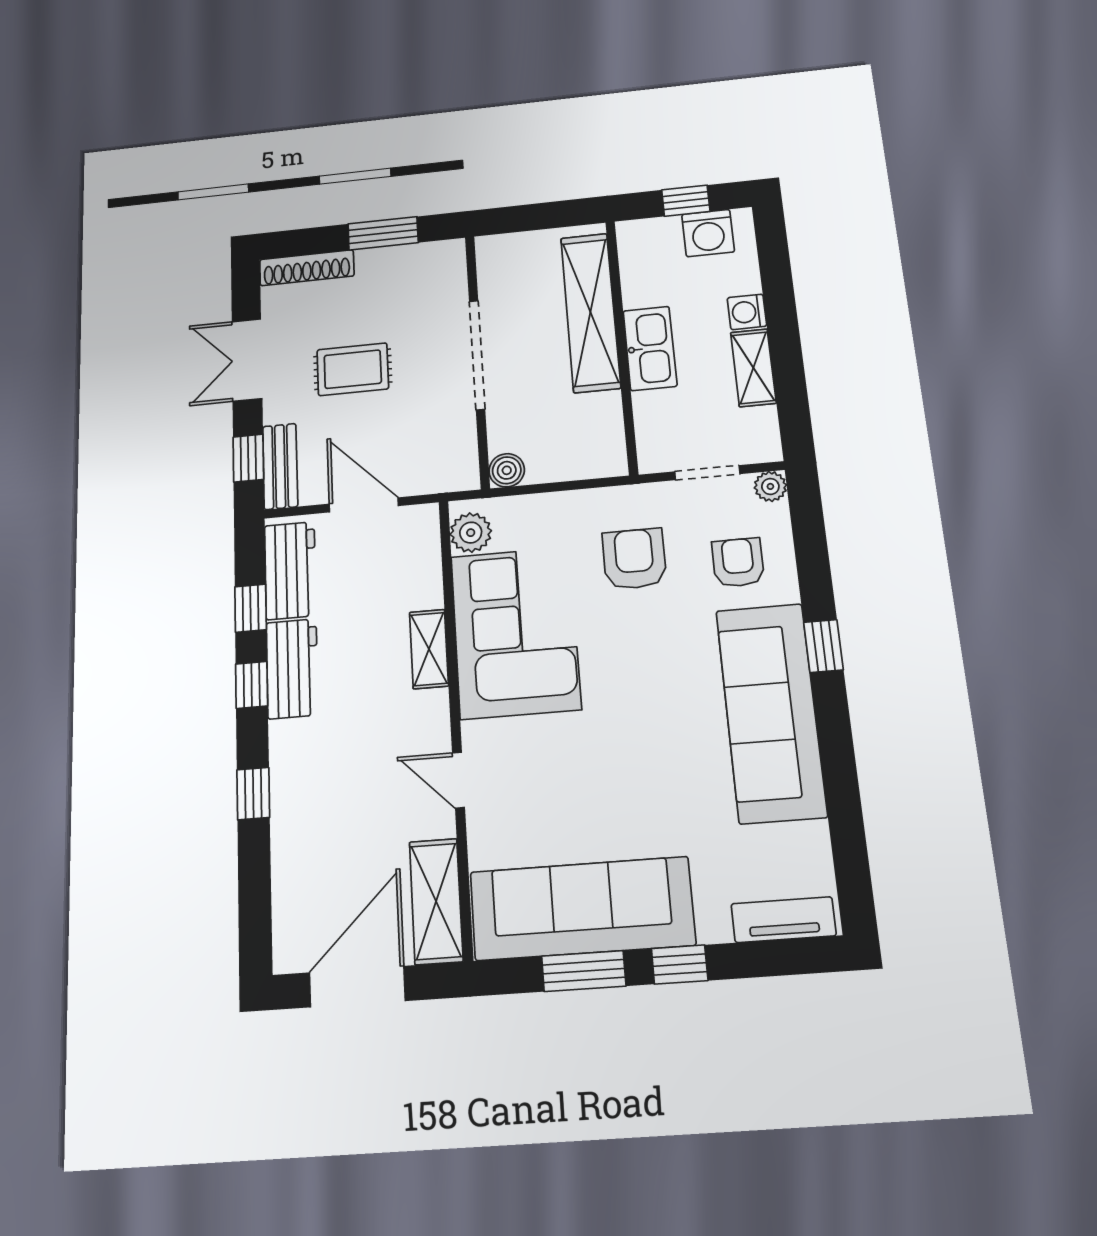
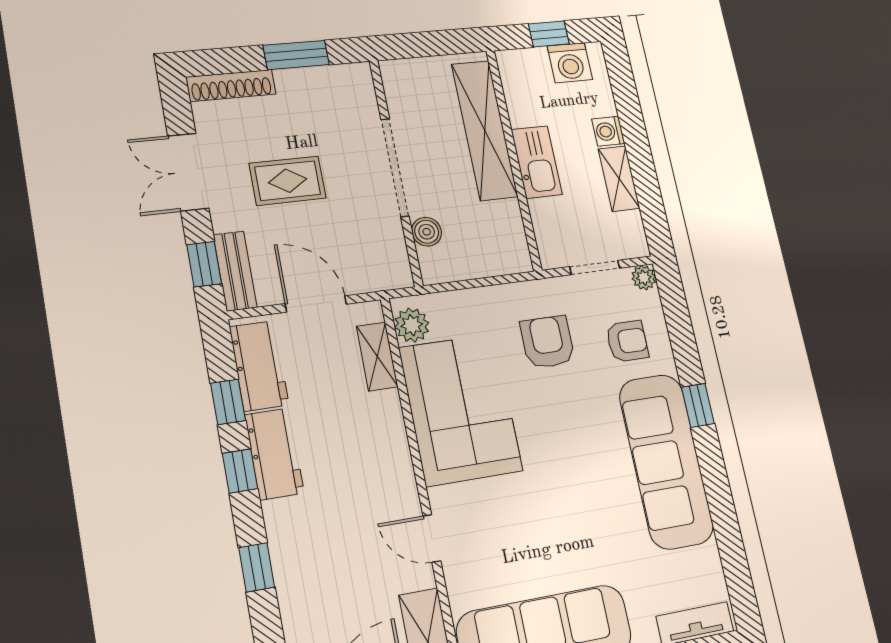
boiler: (507, 470) -> (427, 232), moved
armchair: (738, 562) -> (627, 341), turned 90
shelving: (429, 649) -> (377, 356), moved

